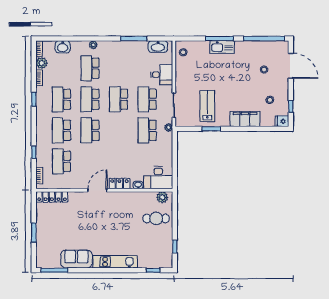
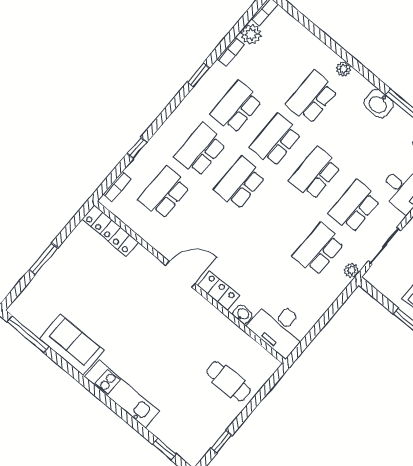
washbasin: (63, 47) -> (379, 104), moved
plant: (162, 197) -> (261, 359), removed

